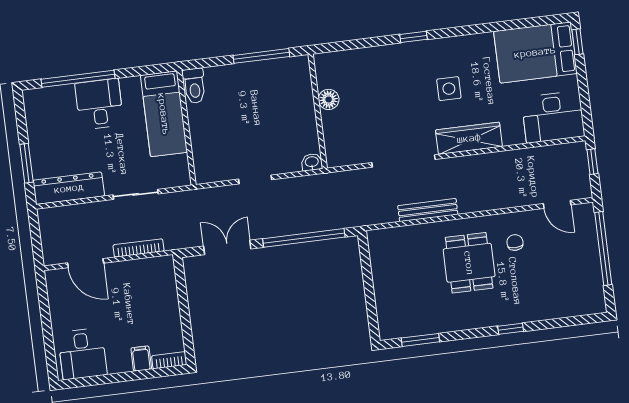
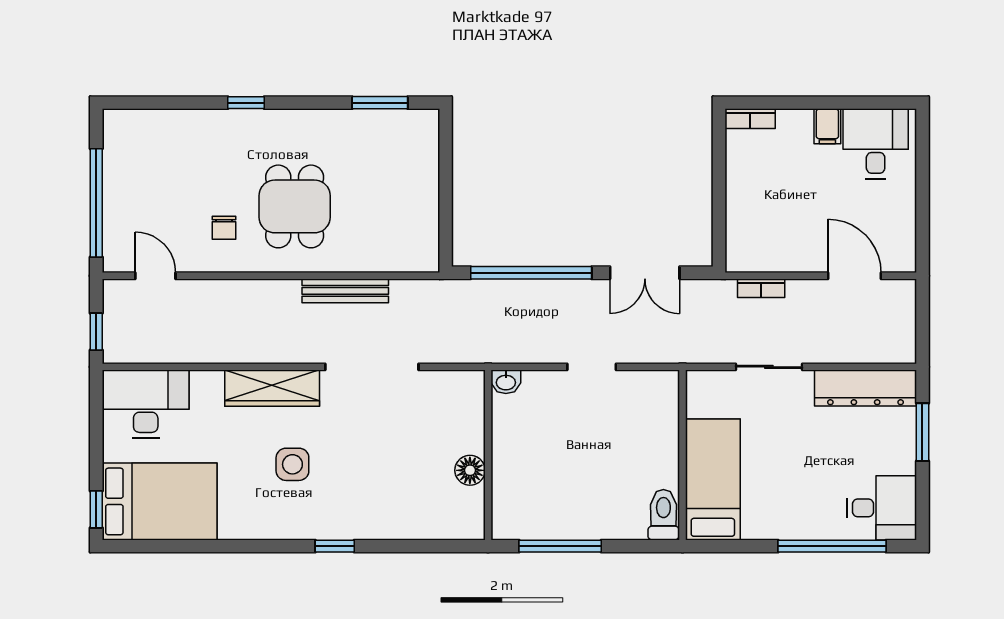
desk: (99, 104) -> (882, 508), moved, turned -90
bookcase: (139, 248) -> (761, 288), width x0.64
filing cabinet: (141, 359) -> (827, 126), moved

